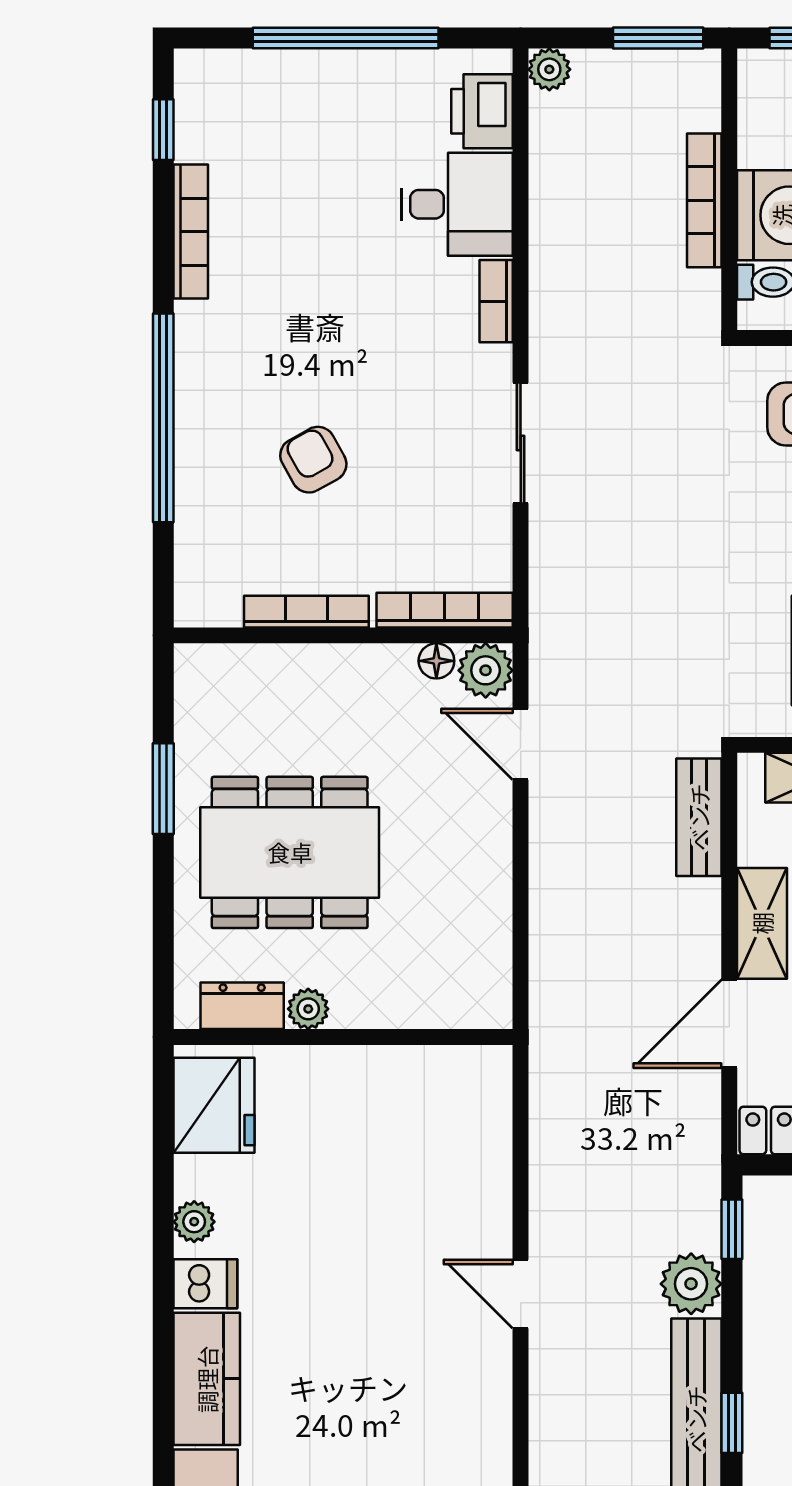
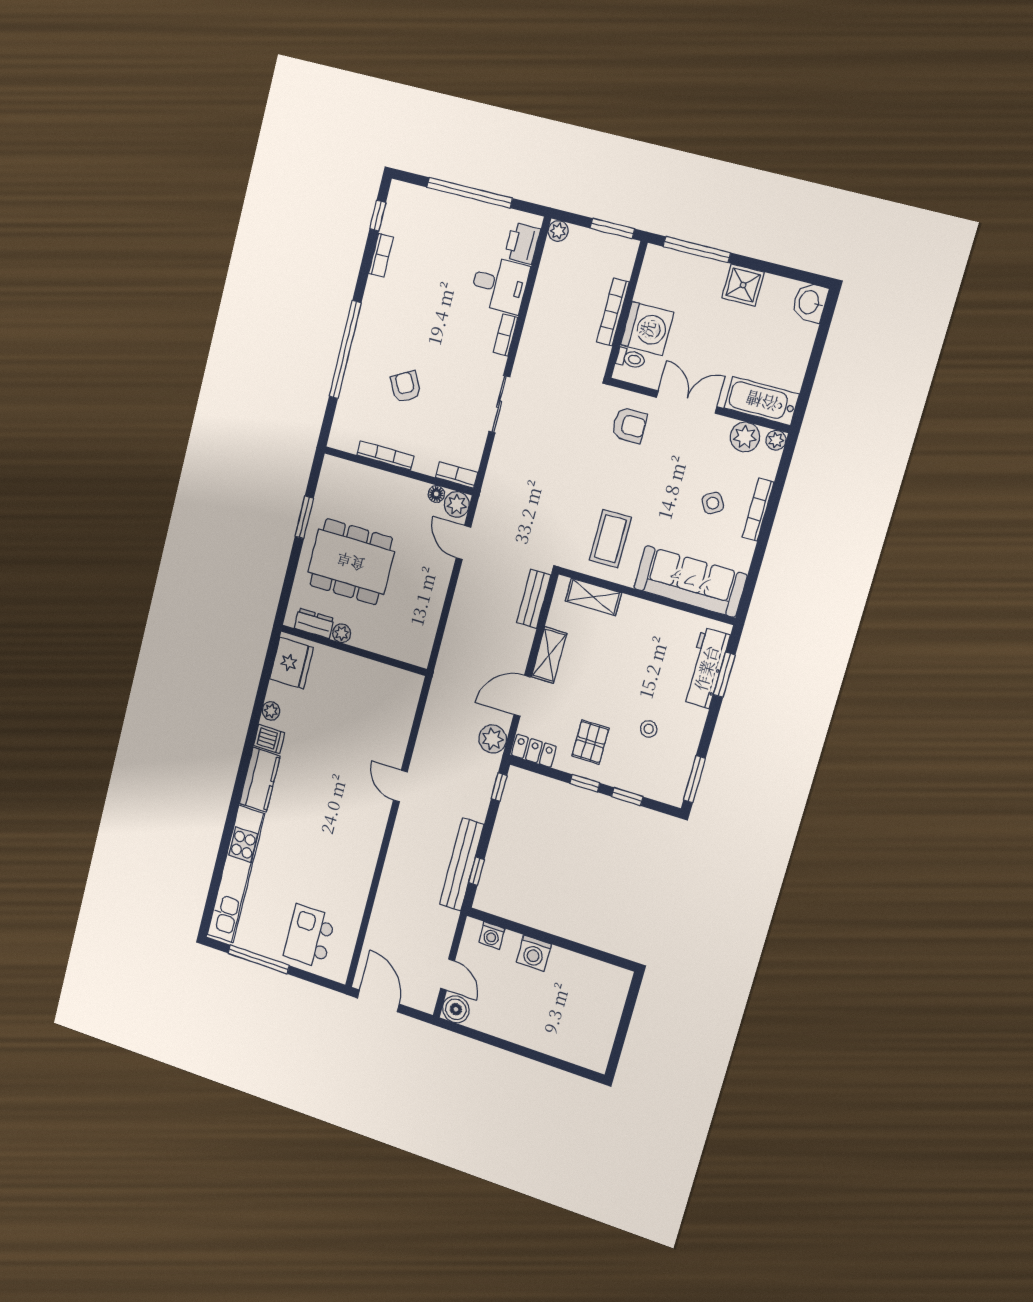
bookcase: (191, 232) -> (381, 255), width x0.64
bookcase: (445, 610) -> (457, 475), width x0.64
plant: (691, 1284) -> (493, 739), moved

